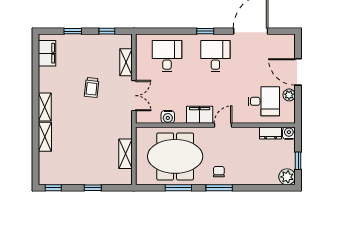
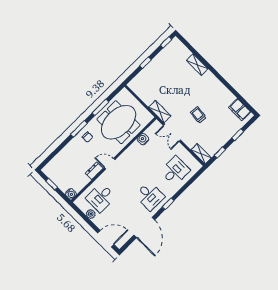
desk: (167, 56) -> (175, 171), turned -90
shelving: (126, 62) -> (201, 154), moved
door: (298, 72) -> (106, 239), moved
shelving: (45, 107) -> (213, 80), removed
filing cabinet: (200, 115) -> (127, 157), removed
door: (223, 125) -> (110, 164), swing flipped
dresser: (271, 133) -> (94, 171), moved
shelving: (125, 154) -> (160, 112), moved
plant: (287, 177) -> (49, 170), removed

